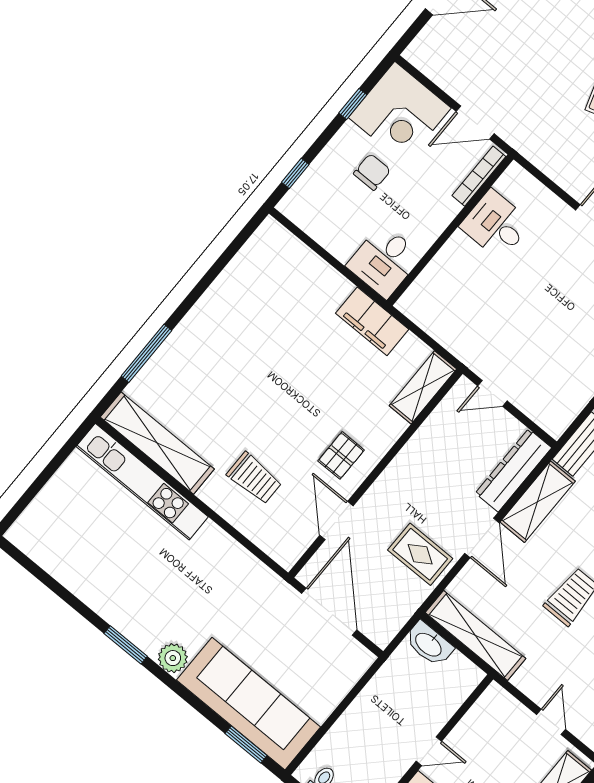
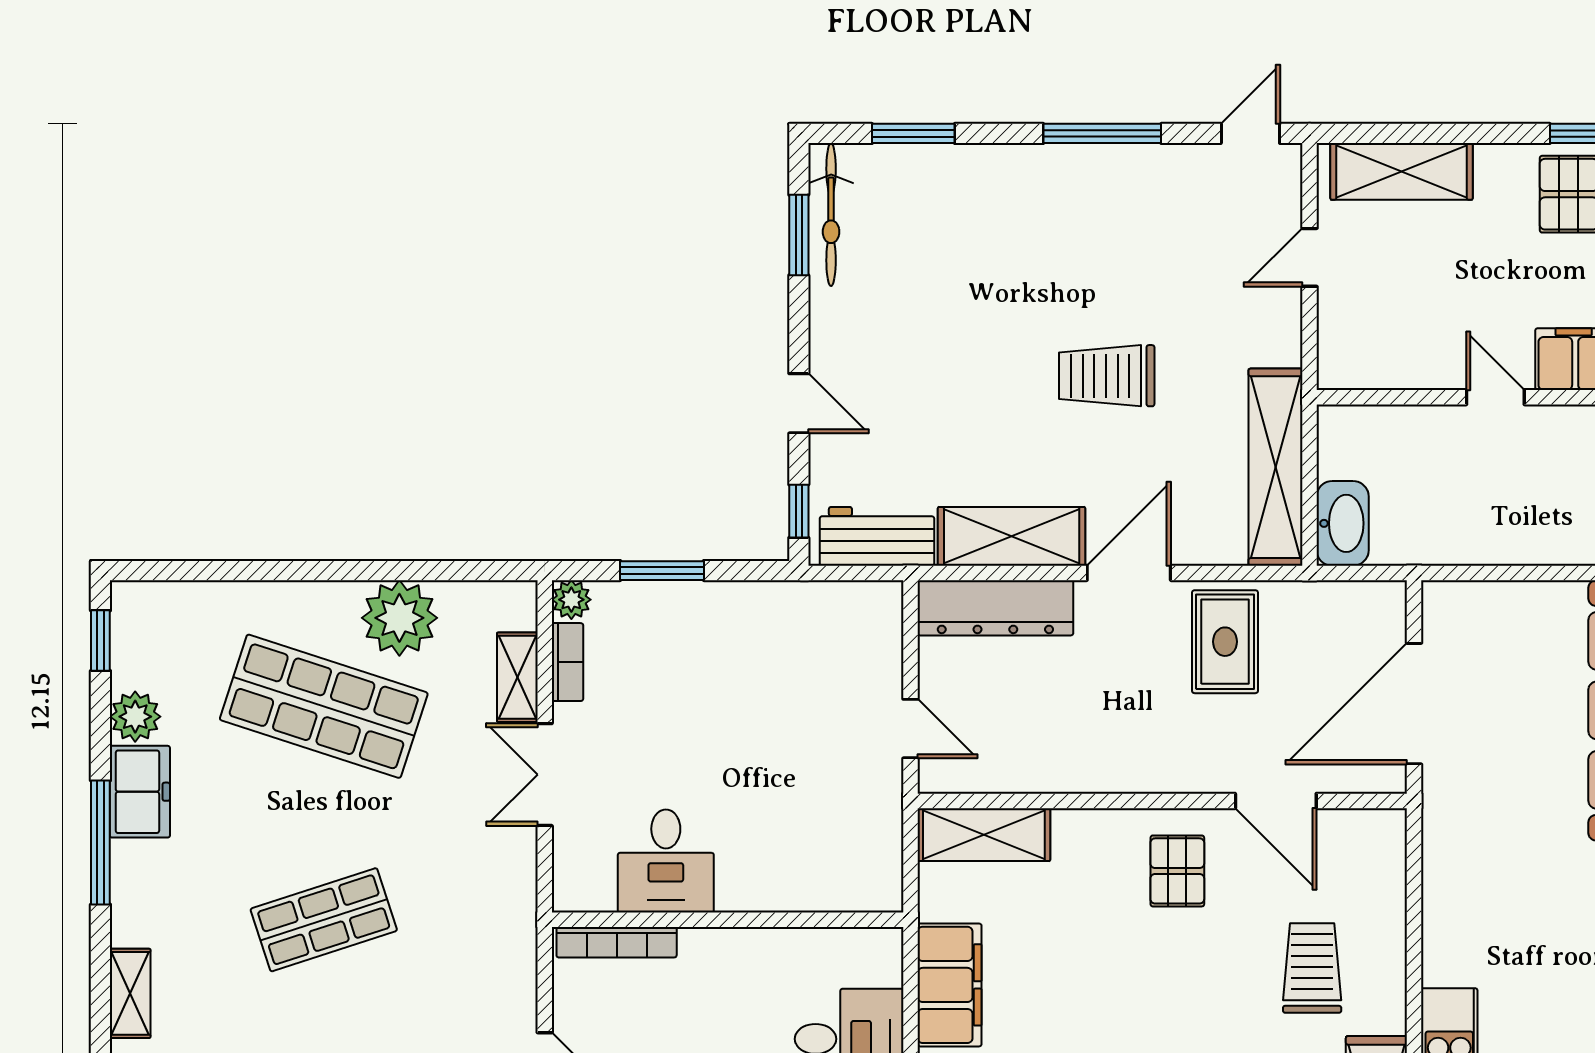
bookcase: (479, 176) -> (617, 942), moved
desk: (496, 225) -> (666, 861), moved
wall: (450, 230) -> (728, 920), moved
pallet: (341, 455) -> (1177, 871), turned 90
door: (336, 521) -> (1276, 801), hinge flipped

